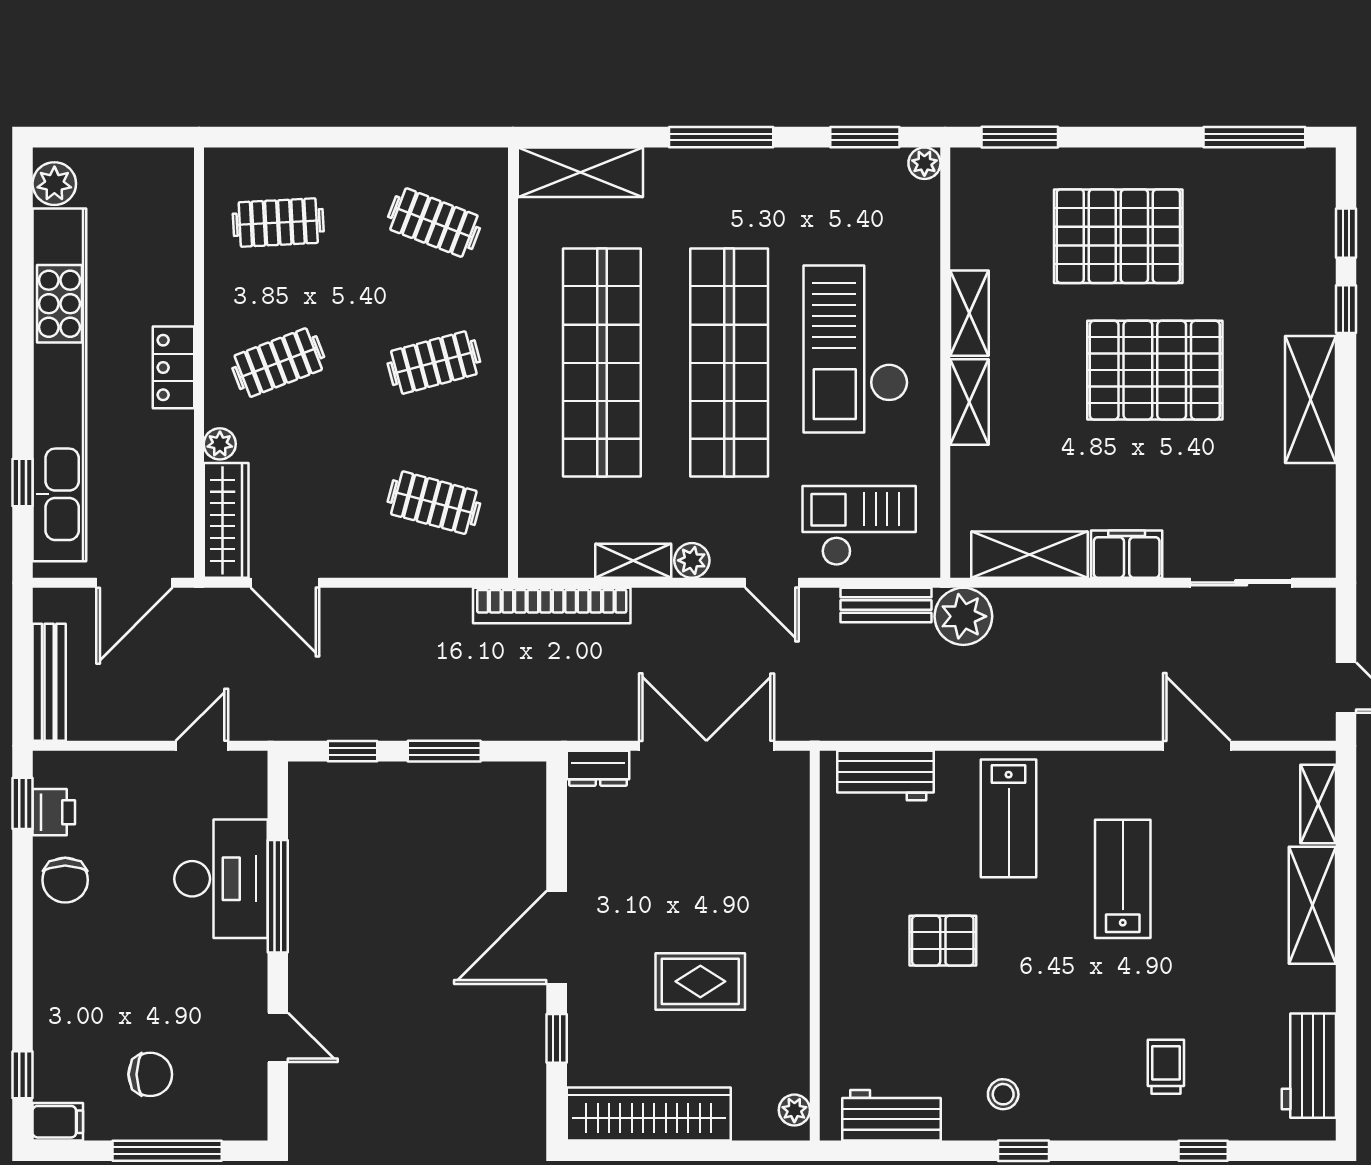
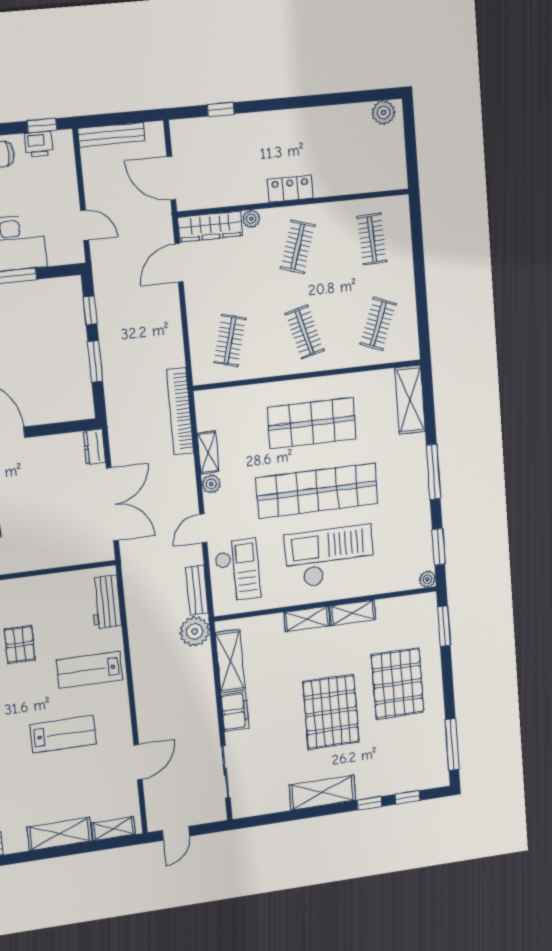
clothes rail: (278, 363) -> (298, 247), turned 39
shop shelf: (602, 363) -> (312, 423), width x0.71
kitchen unit: (59, 385) -> (276, 125), removed

